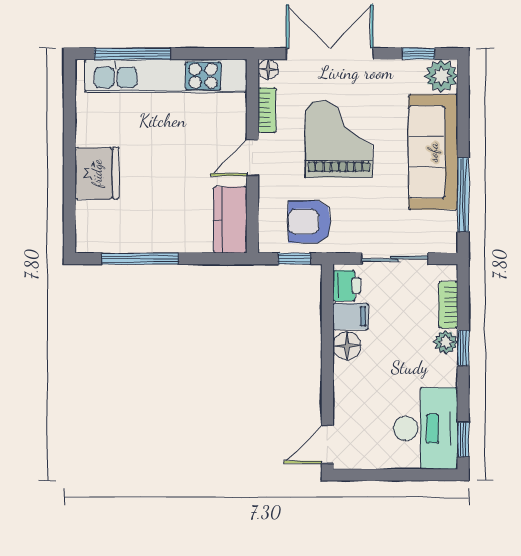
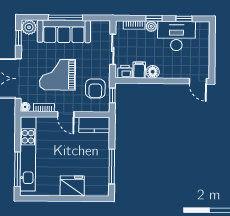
window: (463, 195) -> (65, 18), moved
desk: (425, 428) -> (176, 36), moved
window: (463, 439) -> (184, 19), moved

